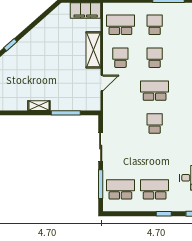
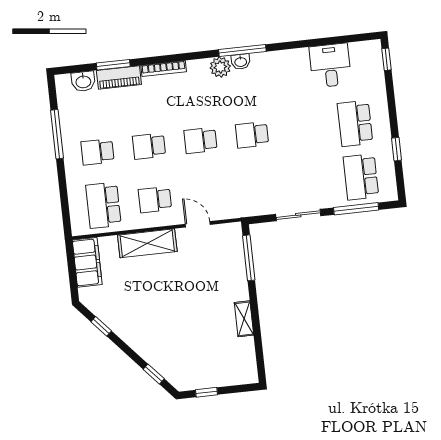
window: (44, 15) -> (101, 326), added
school desk: (155, 91) -> (201, 140), width x0.54
window: (66, 113) -> (249, 258), moved
window: (164, 214) -> (396, 149), moved

